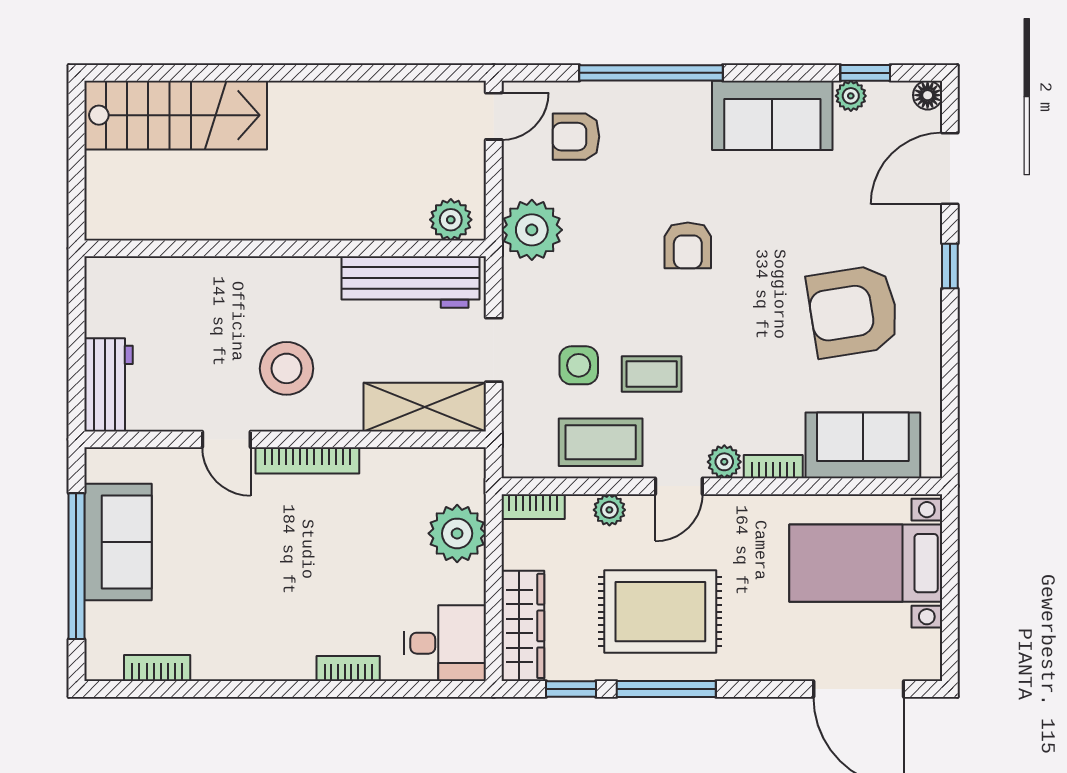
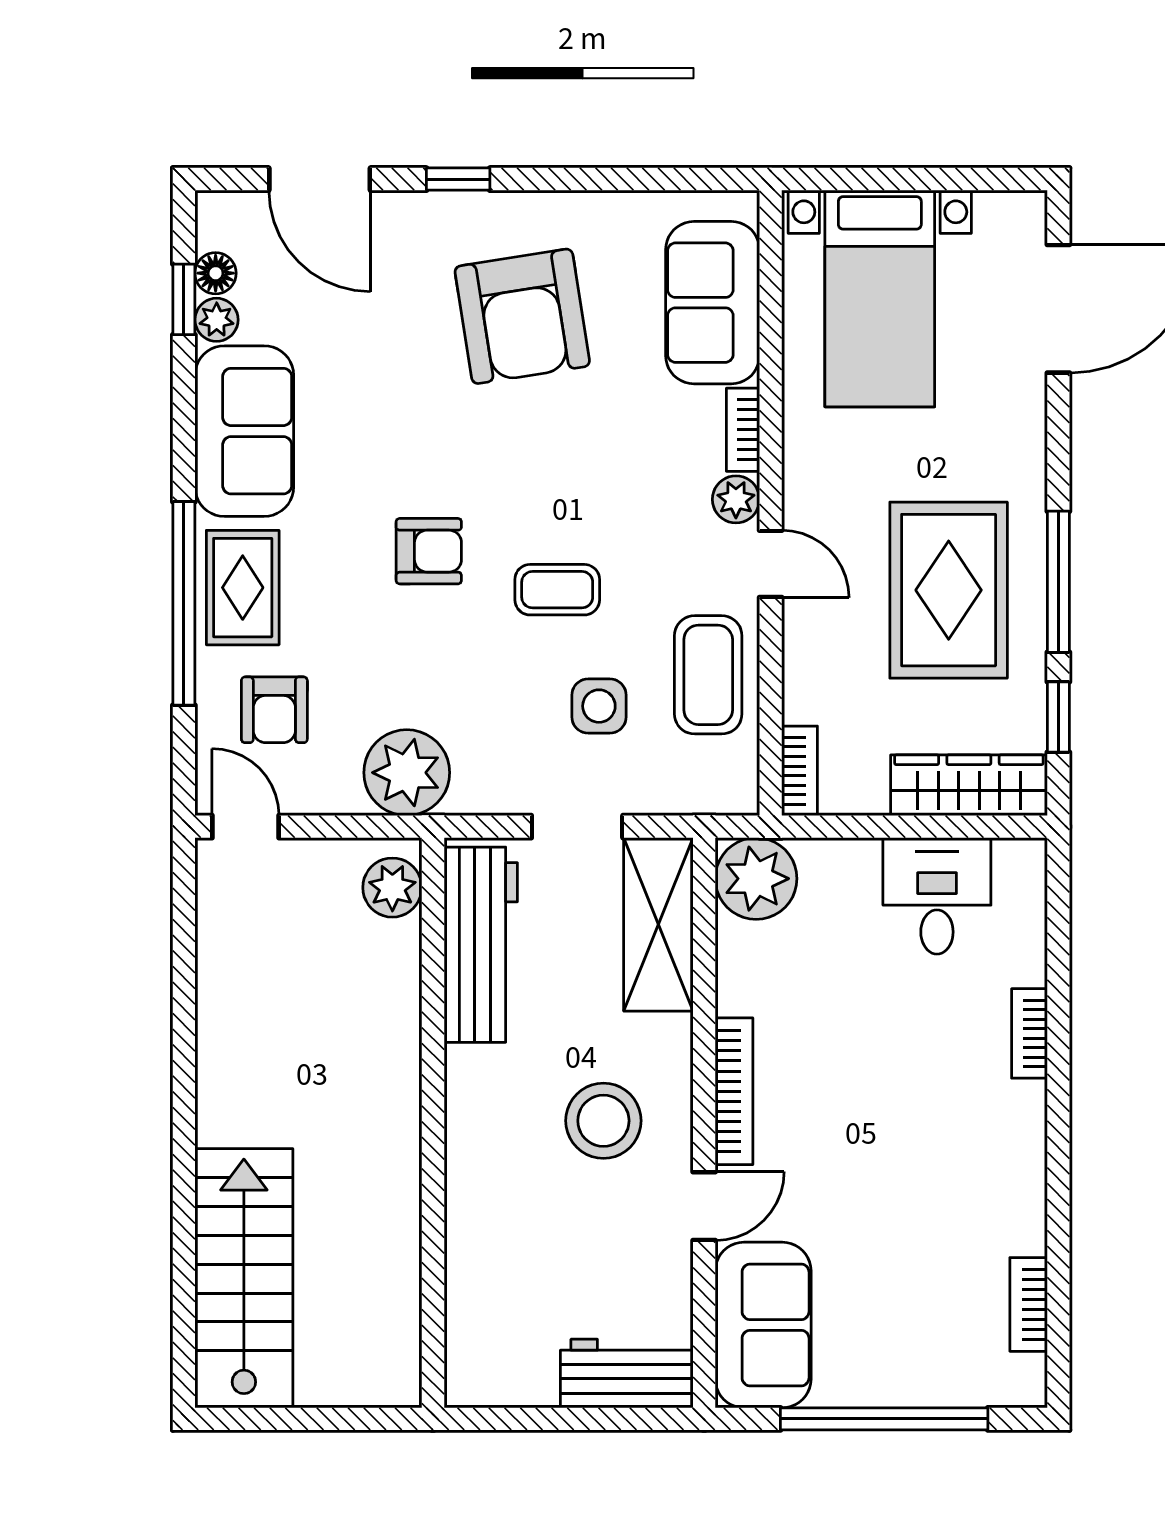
floor lamp: (928, 95) -> (216, 273), moved
rug: (662, 114) -> (243, 588), added
coffee table: (652, 374) -> (557, 590), moved, turned 90
plant: (609, 510) -> (804, 662), removed
plant: (457, 533) -> (756, 879), moved
sofa: (118, 542) -> (763, 1325), moved, turned 90
desk: (445, 643) -> (937, 896), moved

